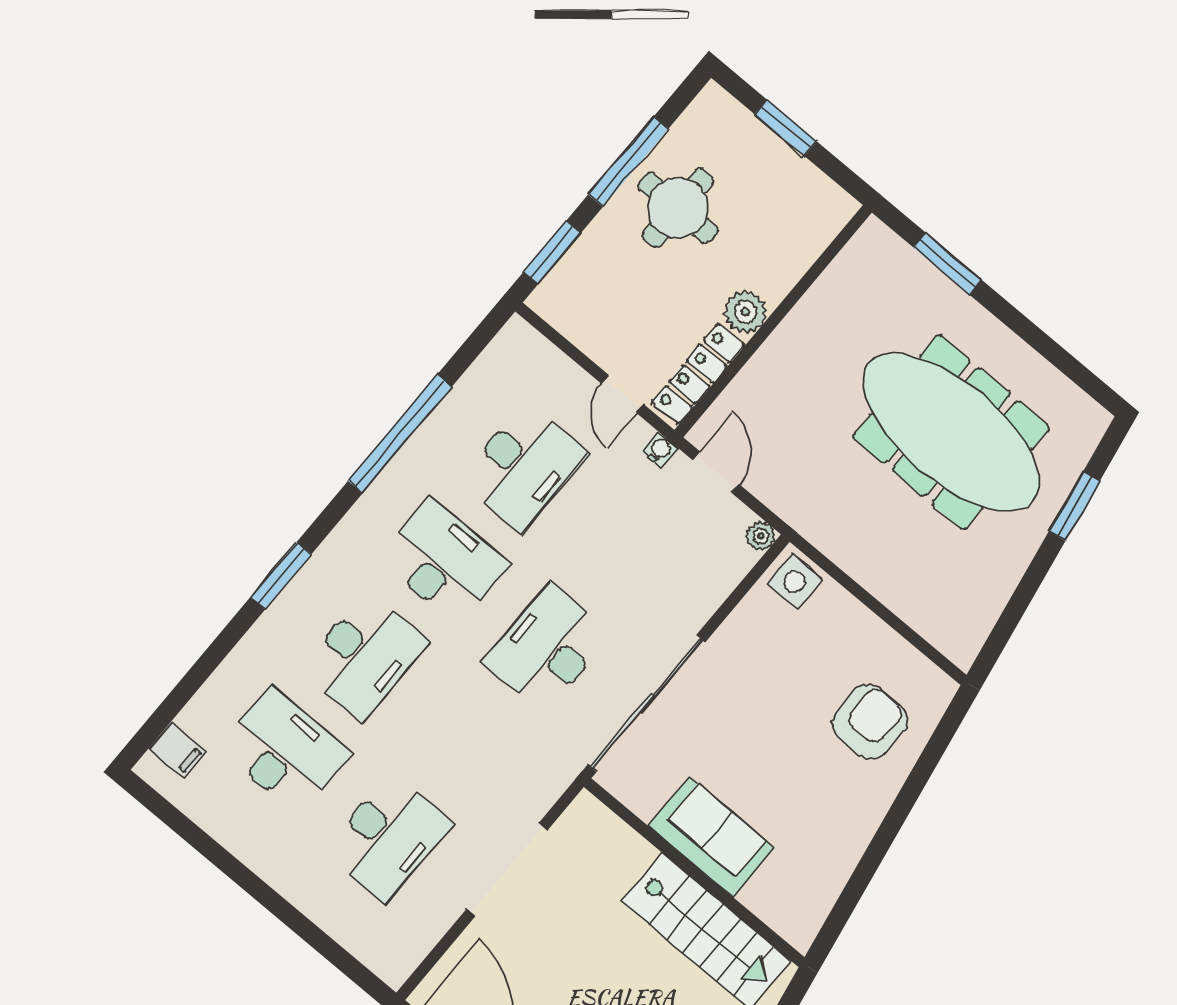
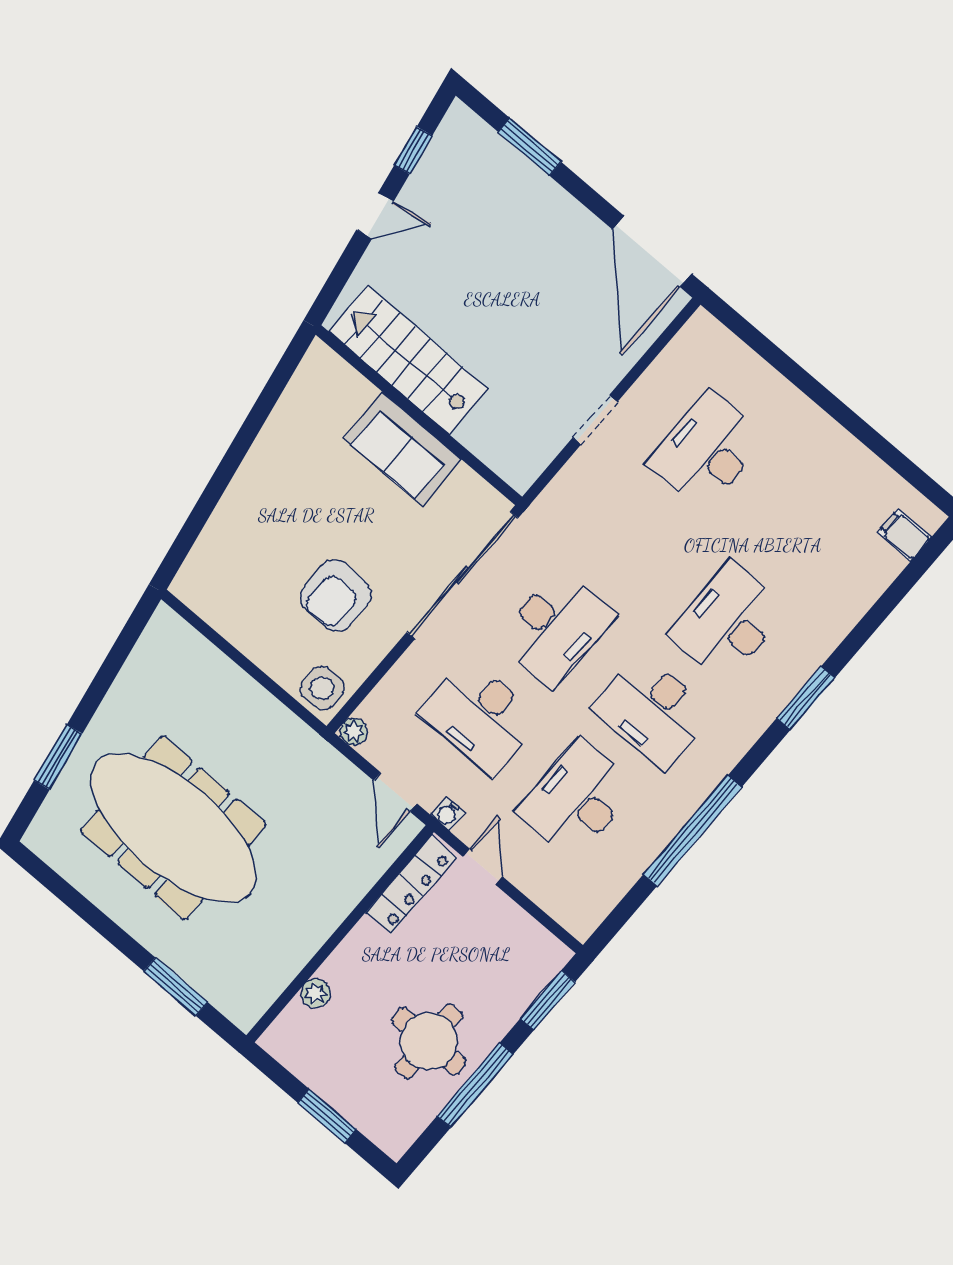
plant: (746, 312) -> (315, 993), moved, width x0.73, depth x0.73
armchair: (870, 722) -> (336, 596), moved
desk: (285, 751) -> (480, 716), moved
doorway: (507, 869) -> (595, 420), width x0.53

